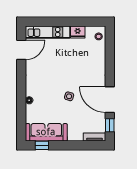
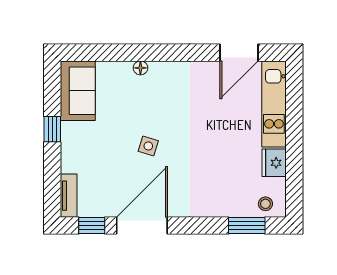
window: (110, 46) -> (247, 226), added
door: (21, 50) -> (239, 53), hinge flipped
sofa: (46, 132) -> (78, 91), width x0.73
window: (42, 145) -> (52, 129), moved

